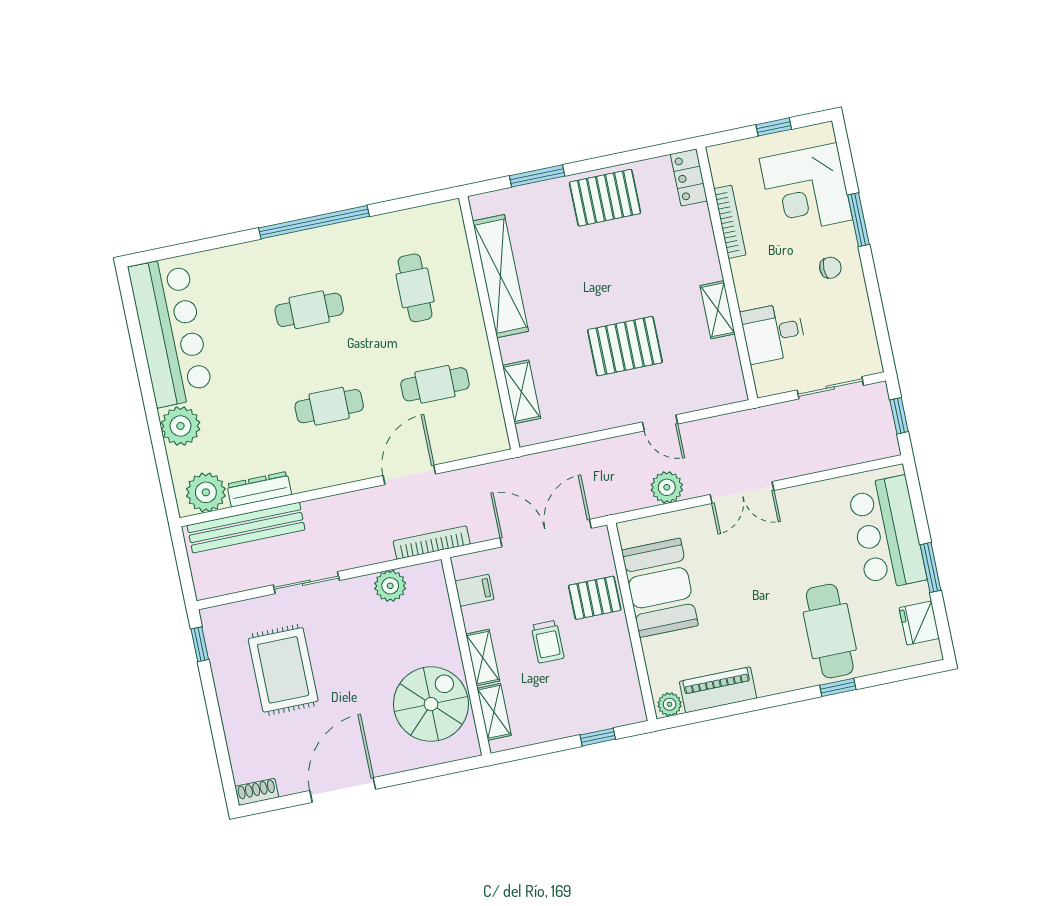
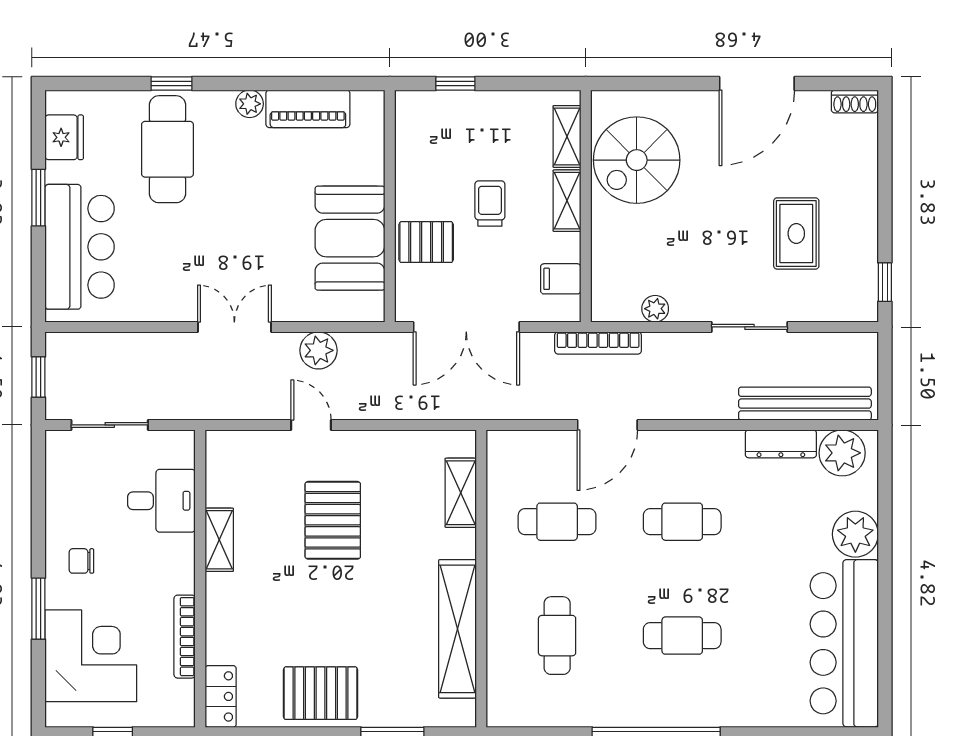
pallet: (625, 346) -> (333, 520), turned 90
plant: (390, 586) -> (655, 309), width x0.73, depth x0.73
rug: (283, 670) -> (796, 234), width x0.73, depth x0.70
plant: (670, 704) -> (250, 104), moved

